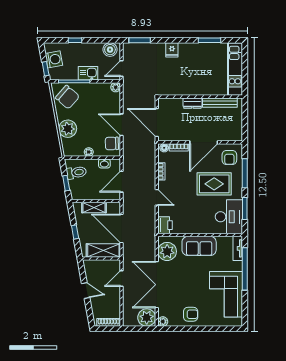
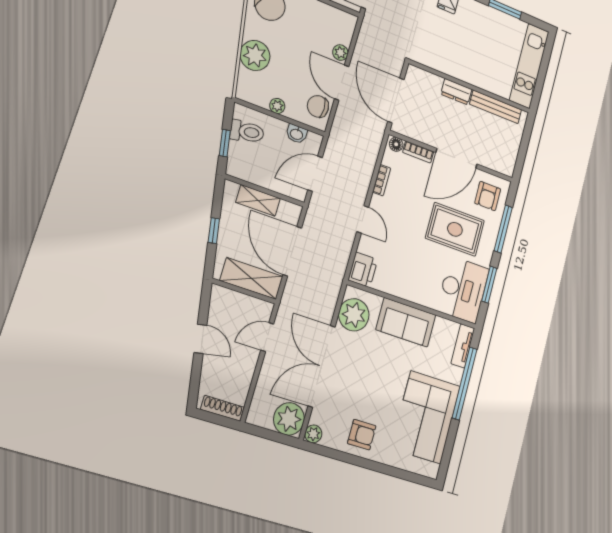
plant: (116, 87) -> (340, 53), moved

